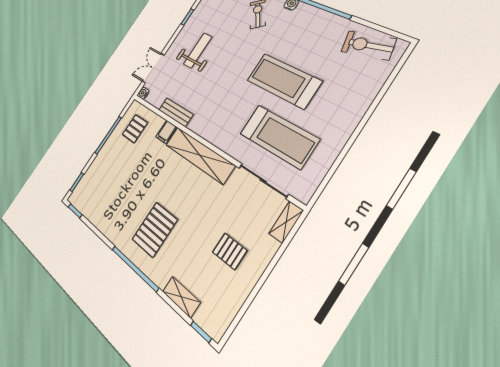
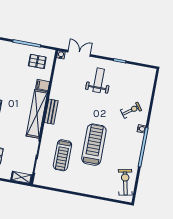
weight bench: (198, 51) -> (99, 80), turned -90
bench: (176, 112) -> (51, 112), moved
treadmill: (279, 136) -> (62, 155), width x0.73, depth x0.73

